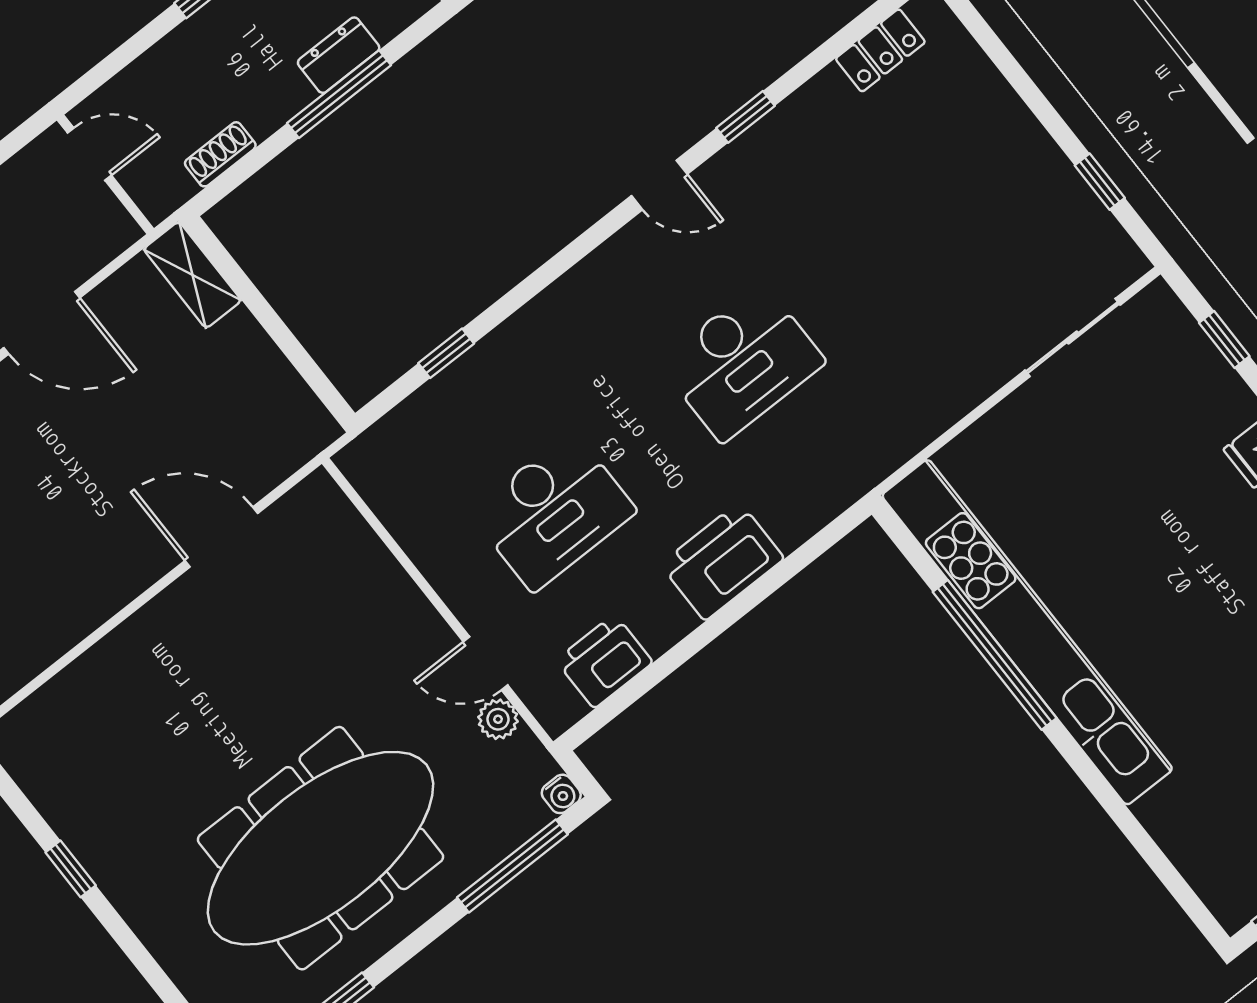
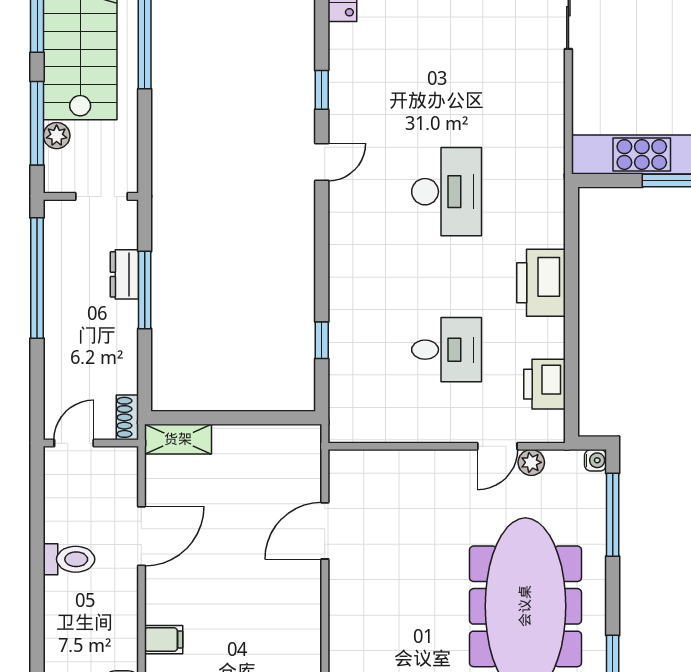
shoe rack: (220, 154) -> (127, 417), moved
desk: (553, 512) -> (447, 350), width x0.73

